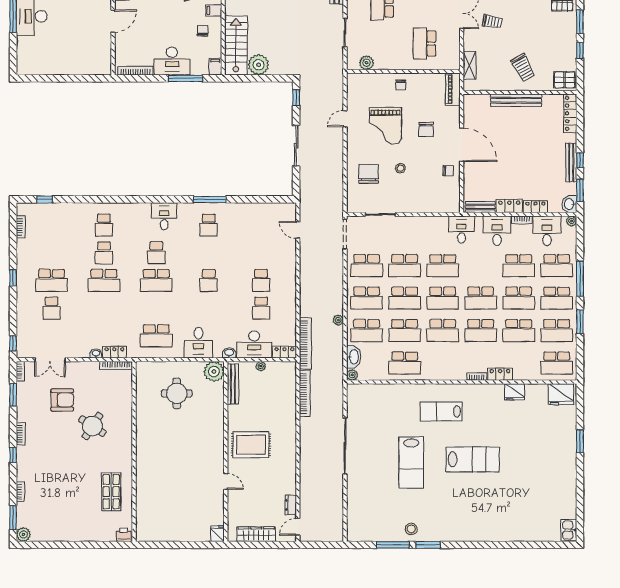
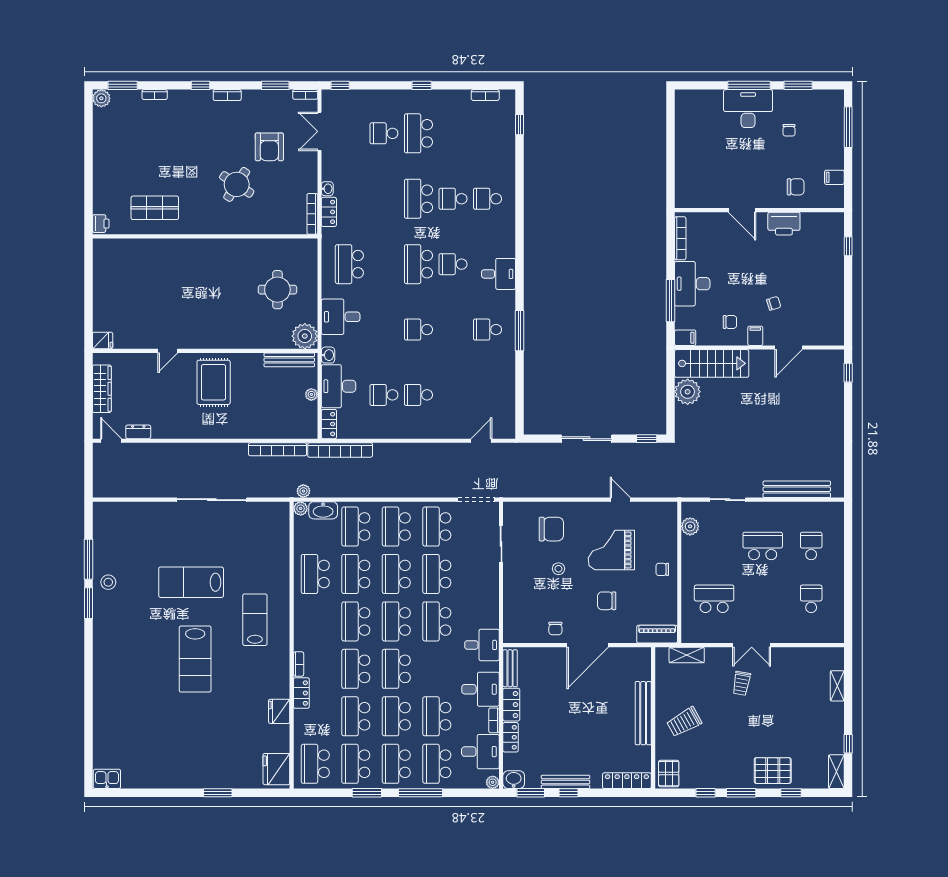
plant: (338, 320) -> (303, 491), moved

